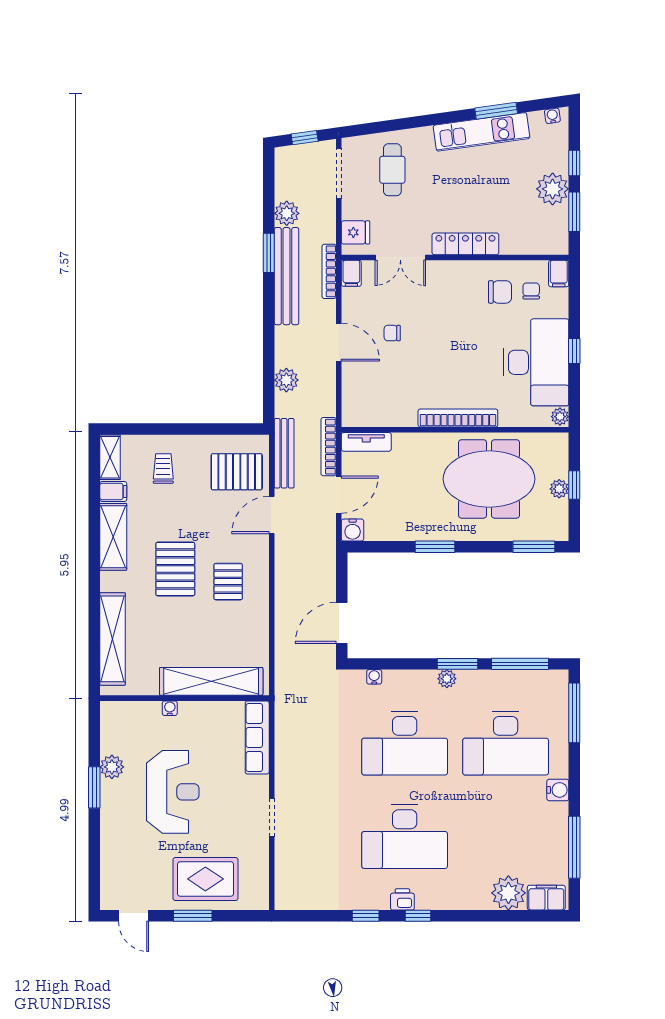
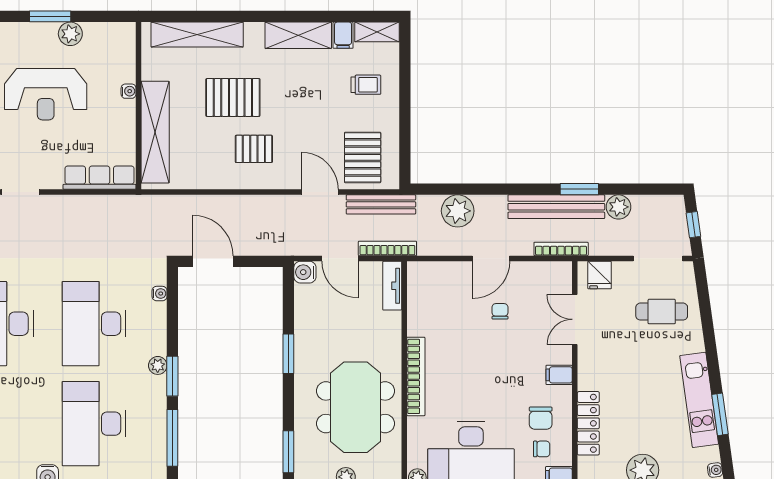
locker: (465, 244) -> (588, 423), moved
filing cabinet: (351, 273) -> (559, 375), moved
plant: (286, 380) -> (458, 211), width x1.36, depth x1.36
pallet: (175, 569) -> (233, 97), moved

